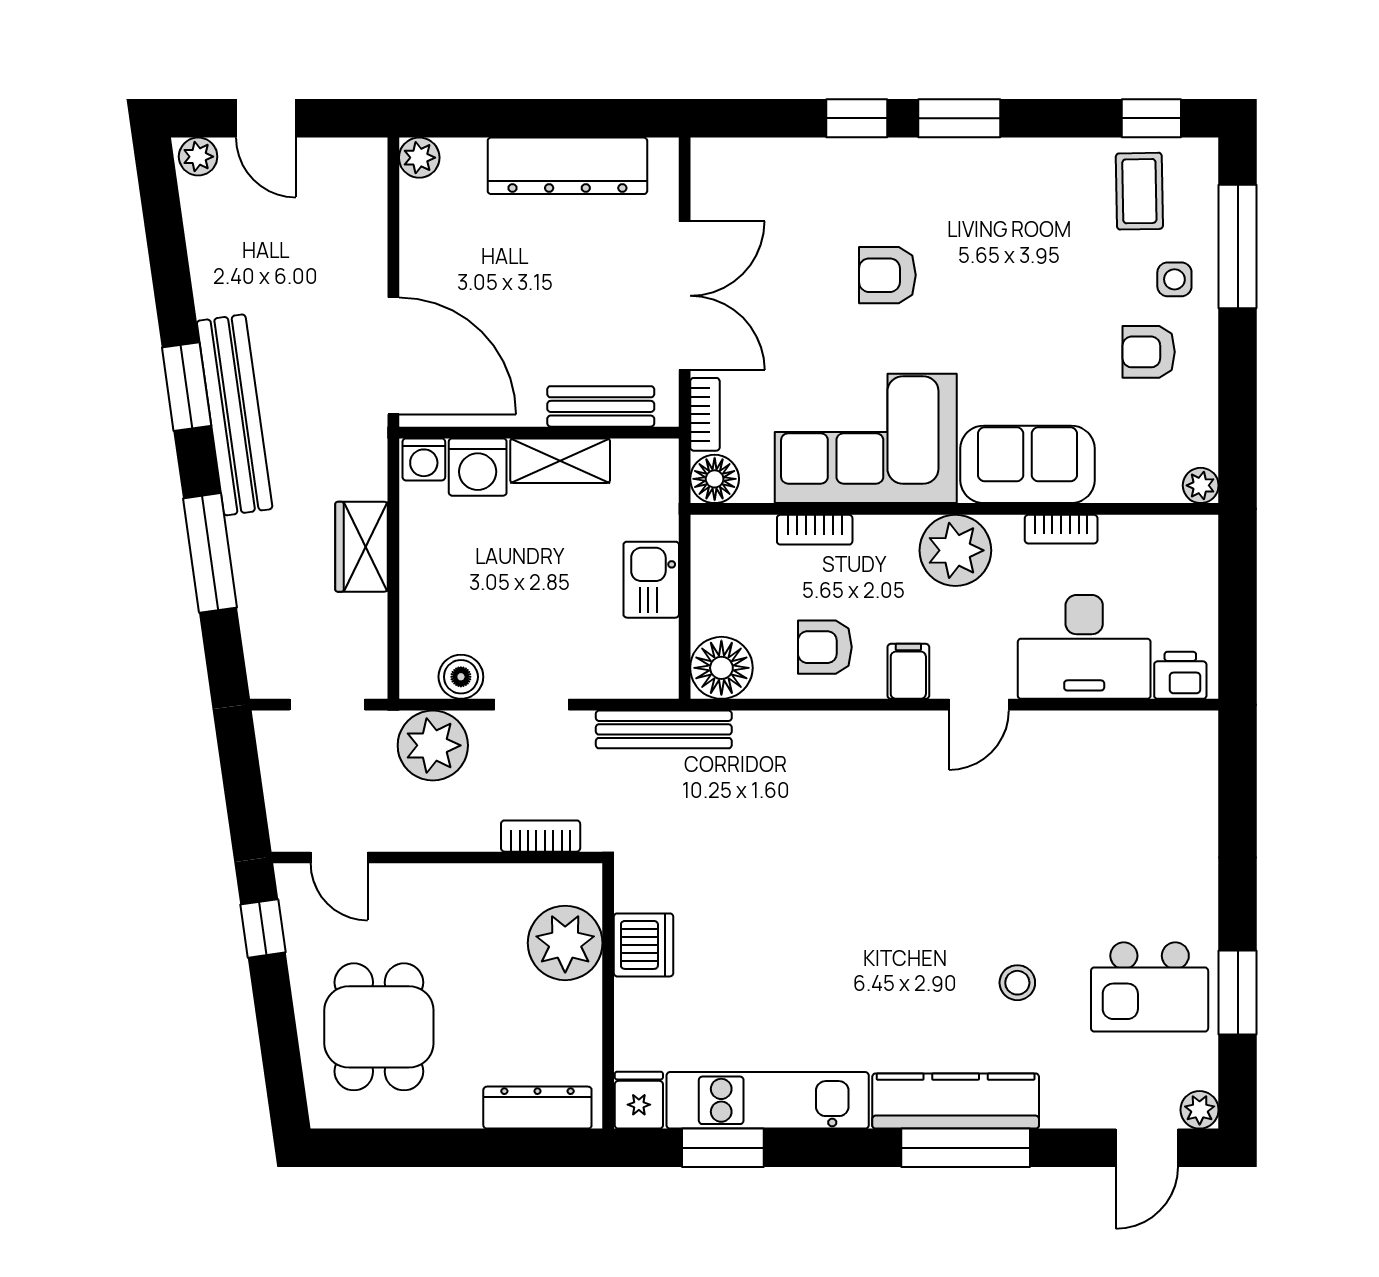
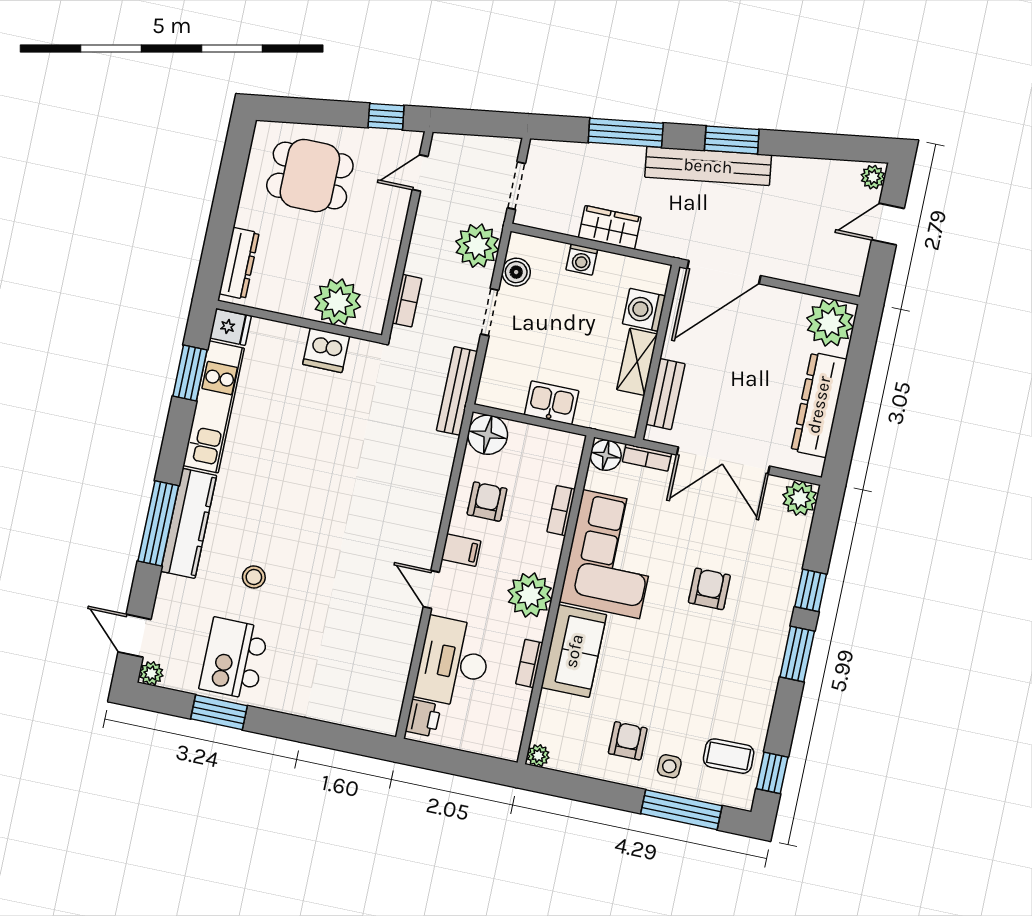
plant: (419, 158) -> (830, 323), width x1.87, depth x1.87
plant: (718, 165) -> (800, 498), added
washing machine: (424, 459) -> (582, 260), moved, turned -90

